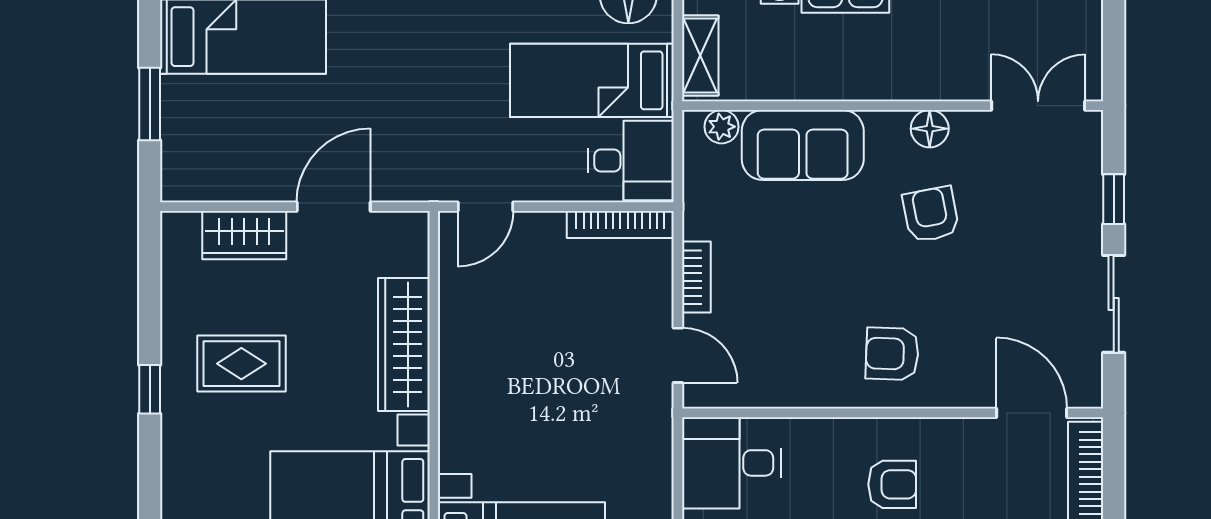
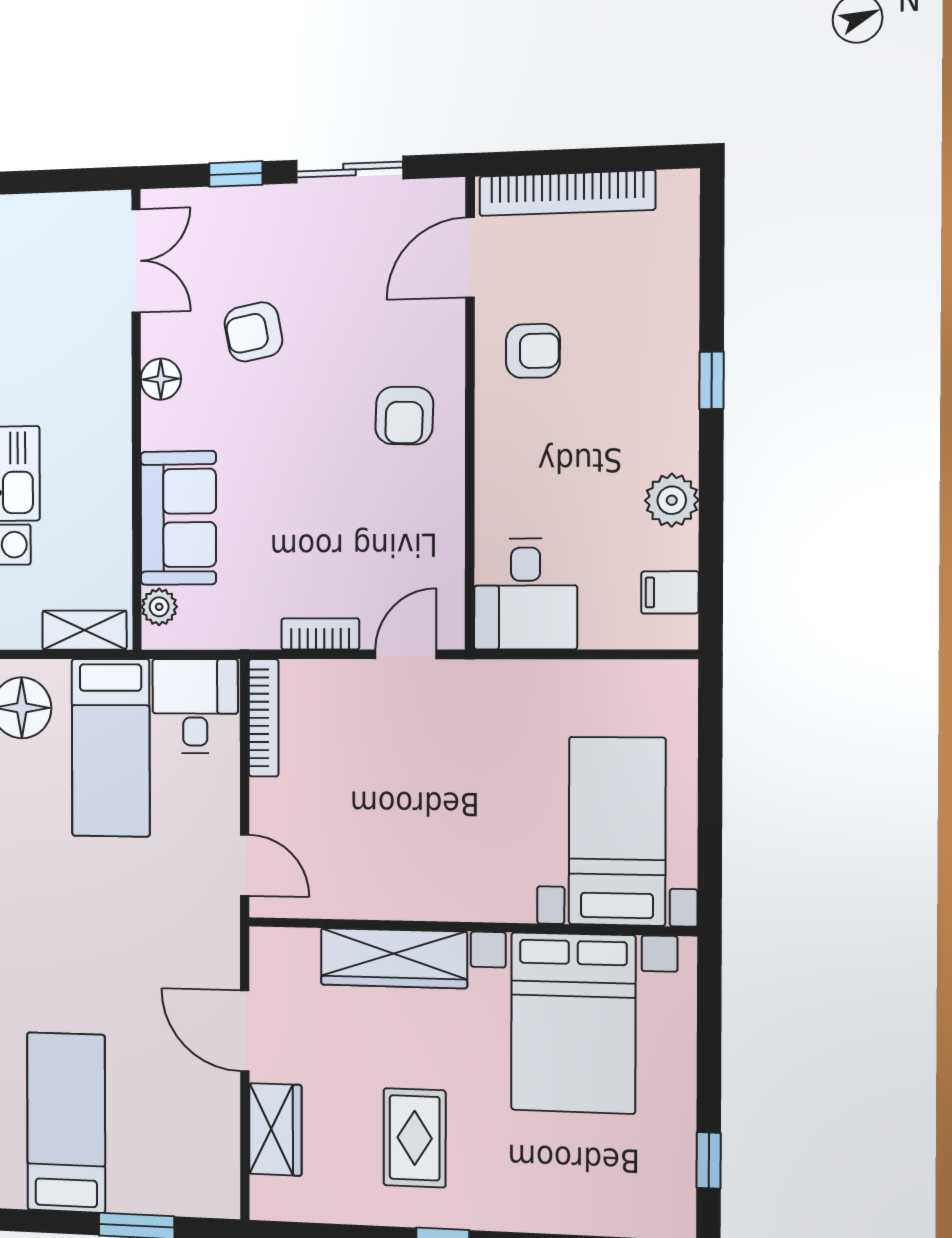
double door: (1038, 106) -> (136, 261), swing flipped
armchair: (931, 214) -> (253, 332), moved
armchair: (892, 484) -> (533, 351), moved, turned 90

